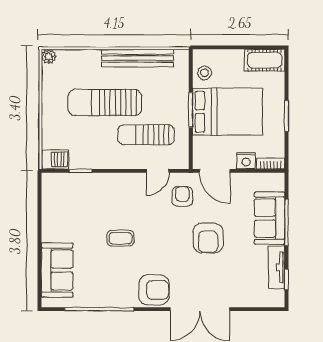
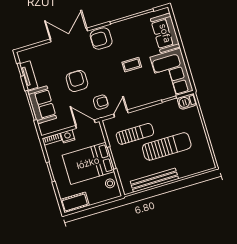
plant: (49, 57) -> (210, 165), removed
armchair: (182, 196) -> (101, 102), turned -90
corner sofa: (66, 207) -> (172, 74), added

